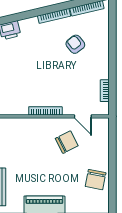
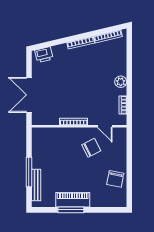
armchair: (75, 44) -> (98, 66), removed
plant: (102, 63) -> (121, 82), added

